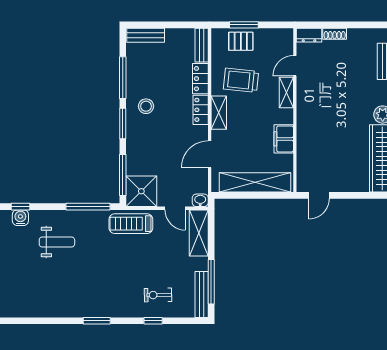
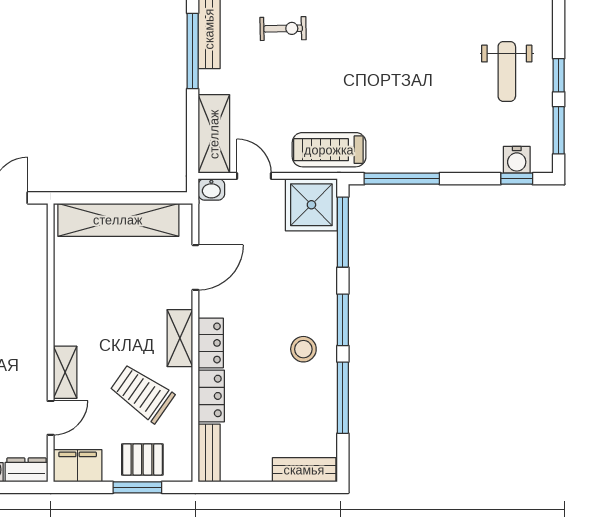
trolley: (241, 80) -> (142, 393), turned -151
filing cabinet: (284, 139) -> (78, 466), moved, turned -90
treadmill: (131, 224) -> (329, 150), turned 180
weight bench: (57, 242) -> (507, 71), moved, turned -90

